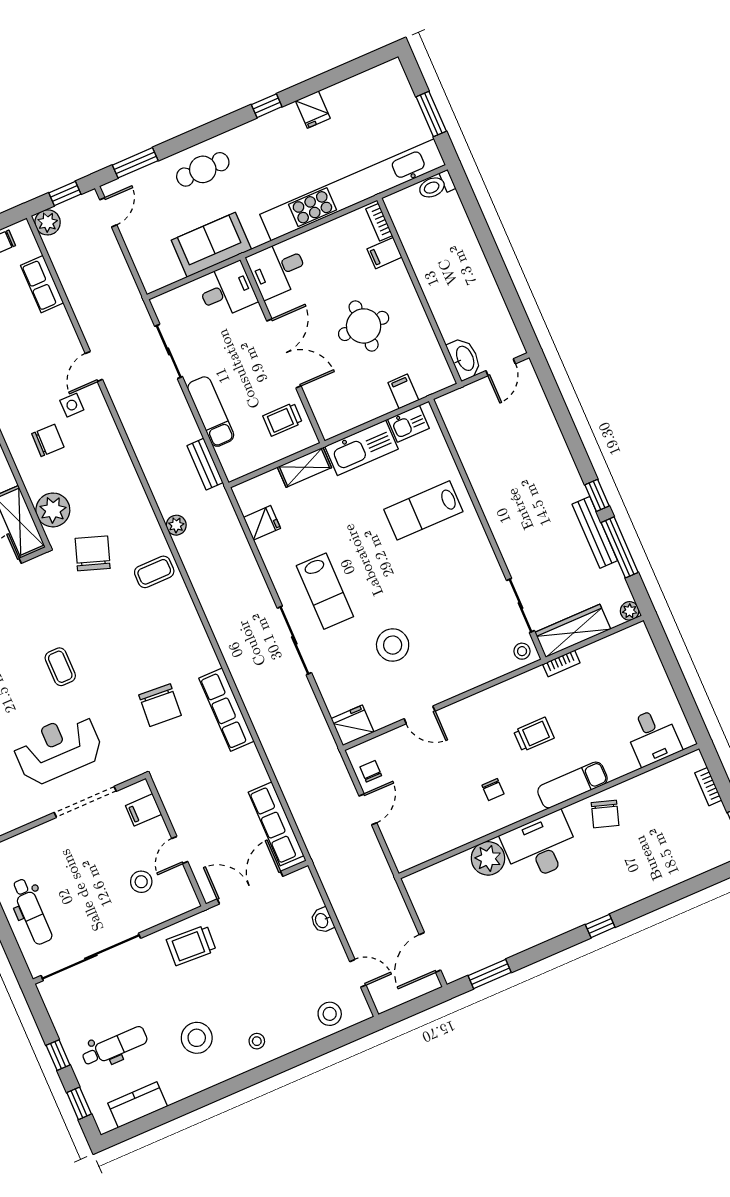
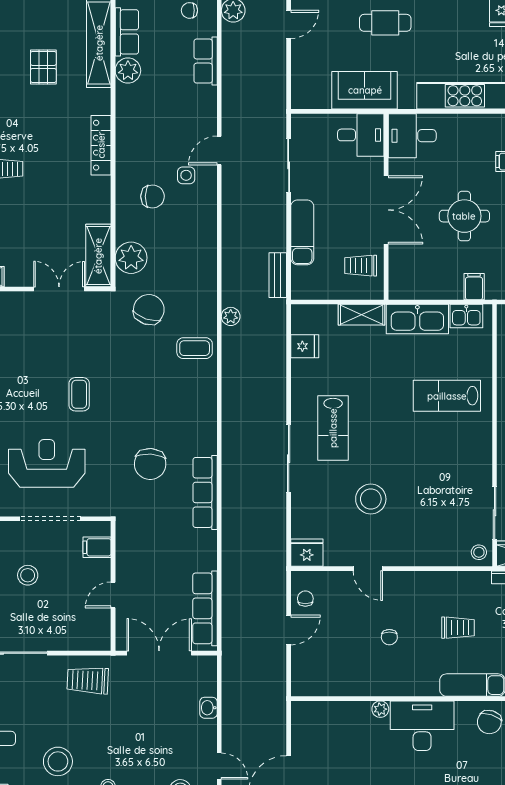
chair: (493, 790) -> (389, 637), moved
plant: (488, 858) -> (380, 709), width x0.53, depth x0.53
stool: (141, 882) -> (28, 575), moved

